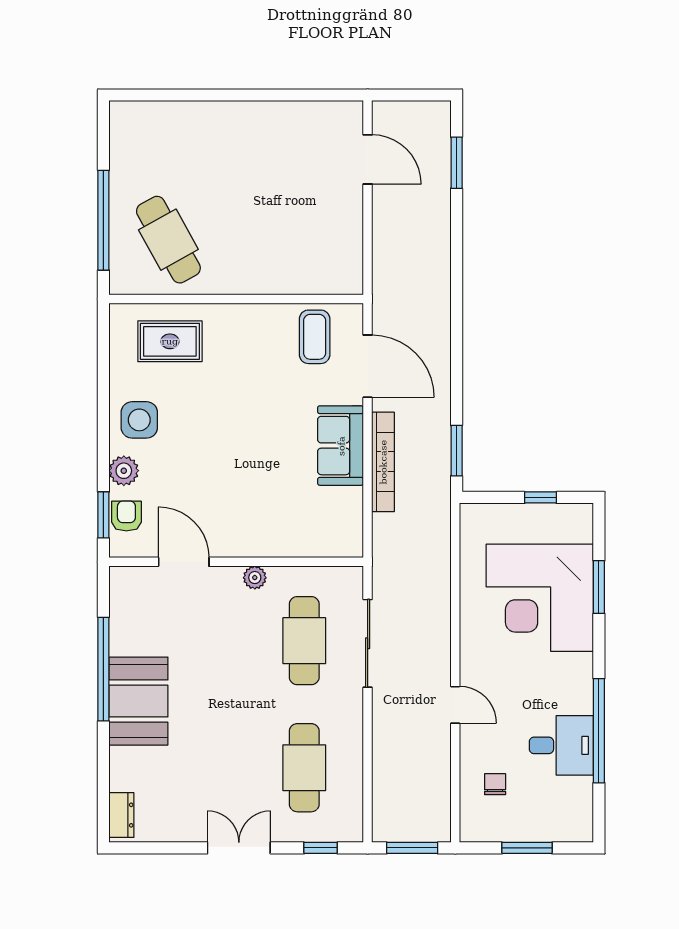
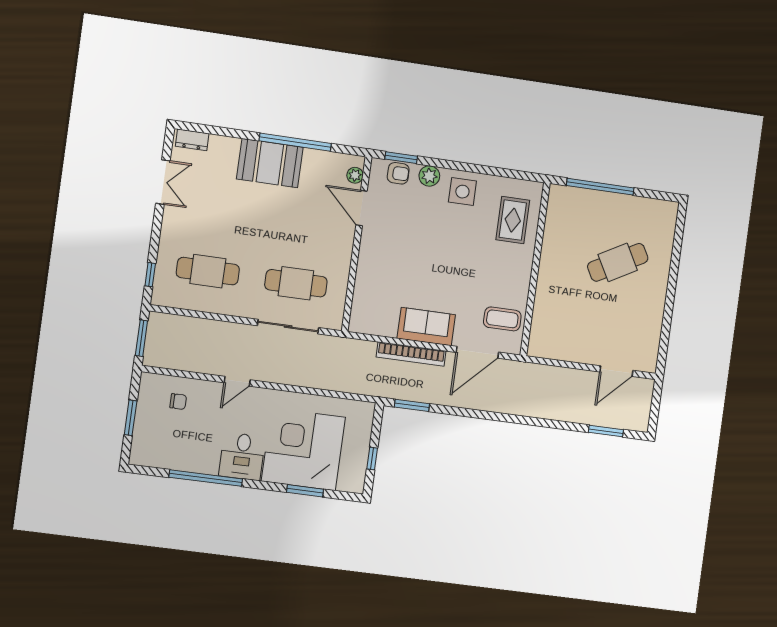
cafe table: (168, 240) -> (618, 262), moved
door: (184, 562) -> (362, 208), swing flipped
plant: (255, 578) -> (355, 175), moved
desk: (561, 745) -> (242, 456), moved
double door: (239, 848) -> (163, 182), moved

